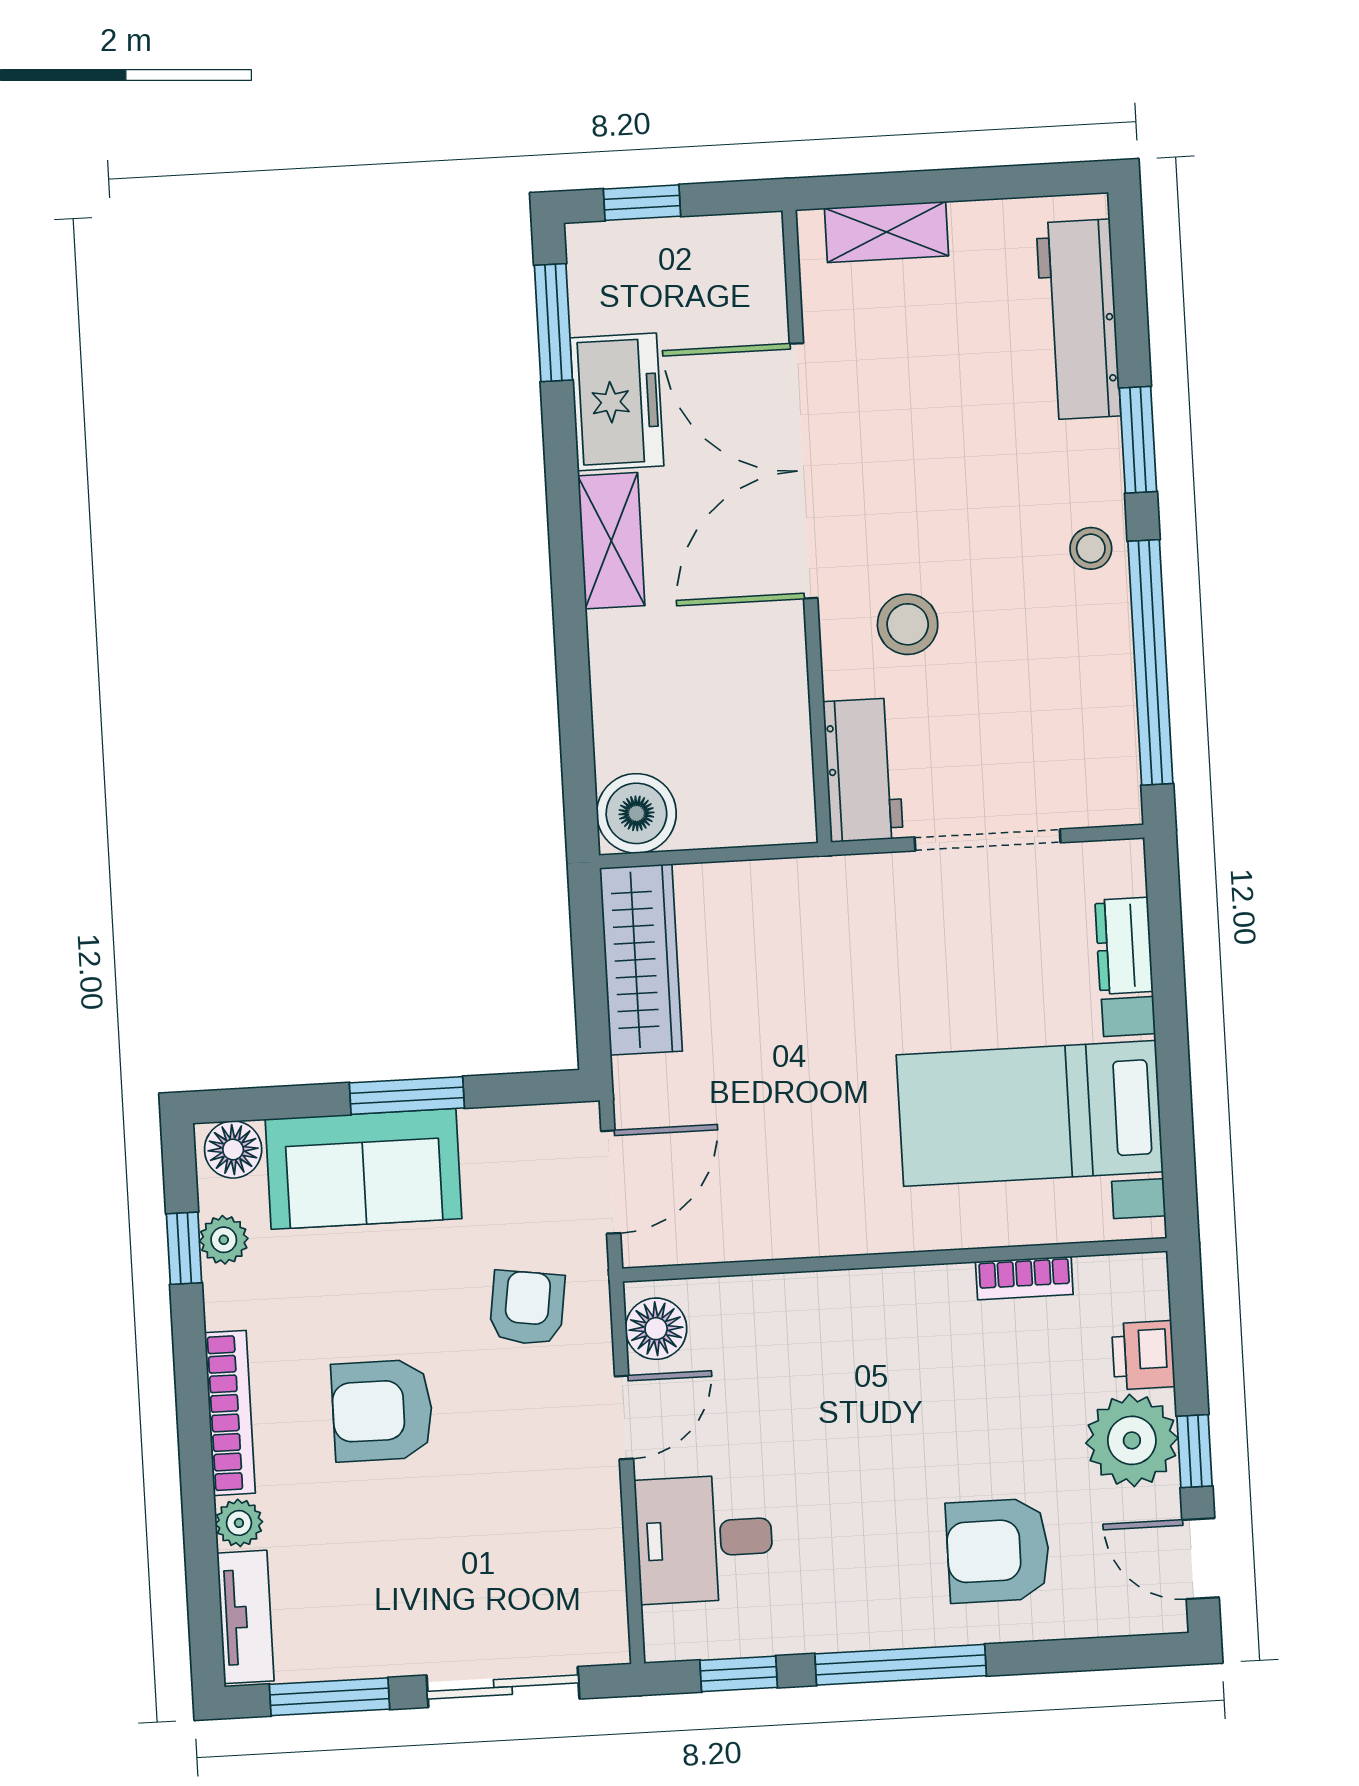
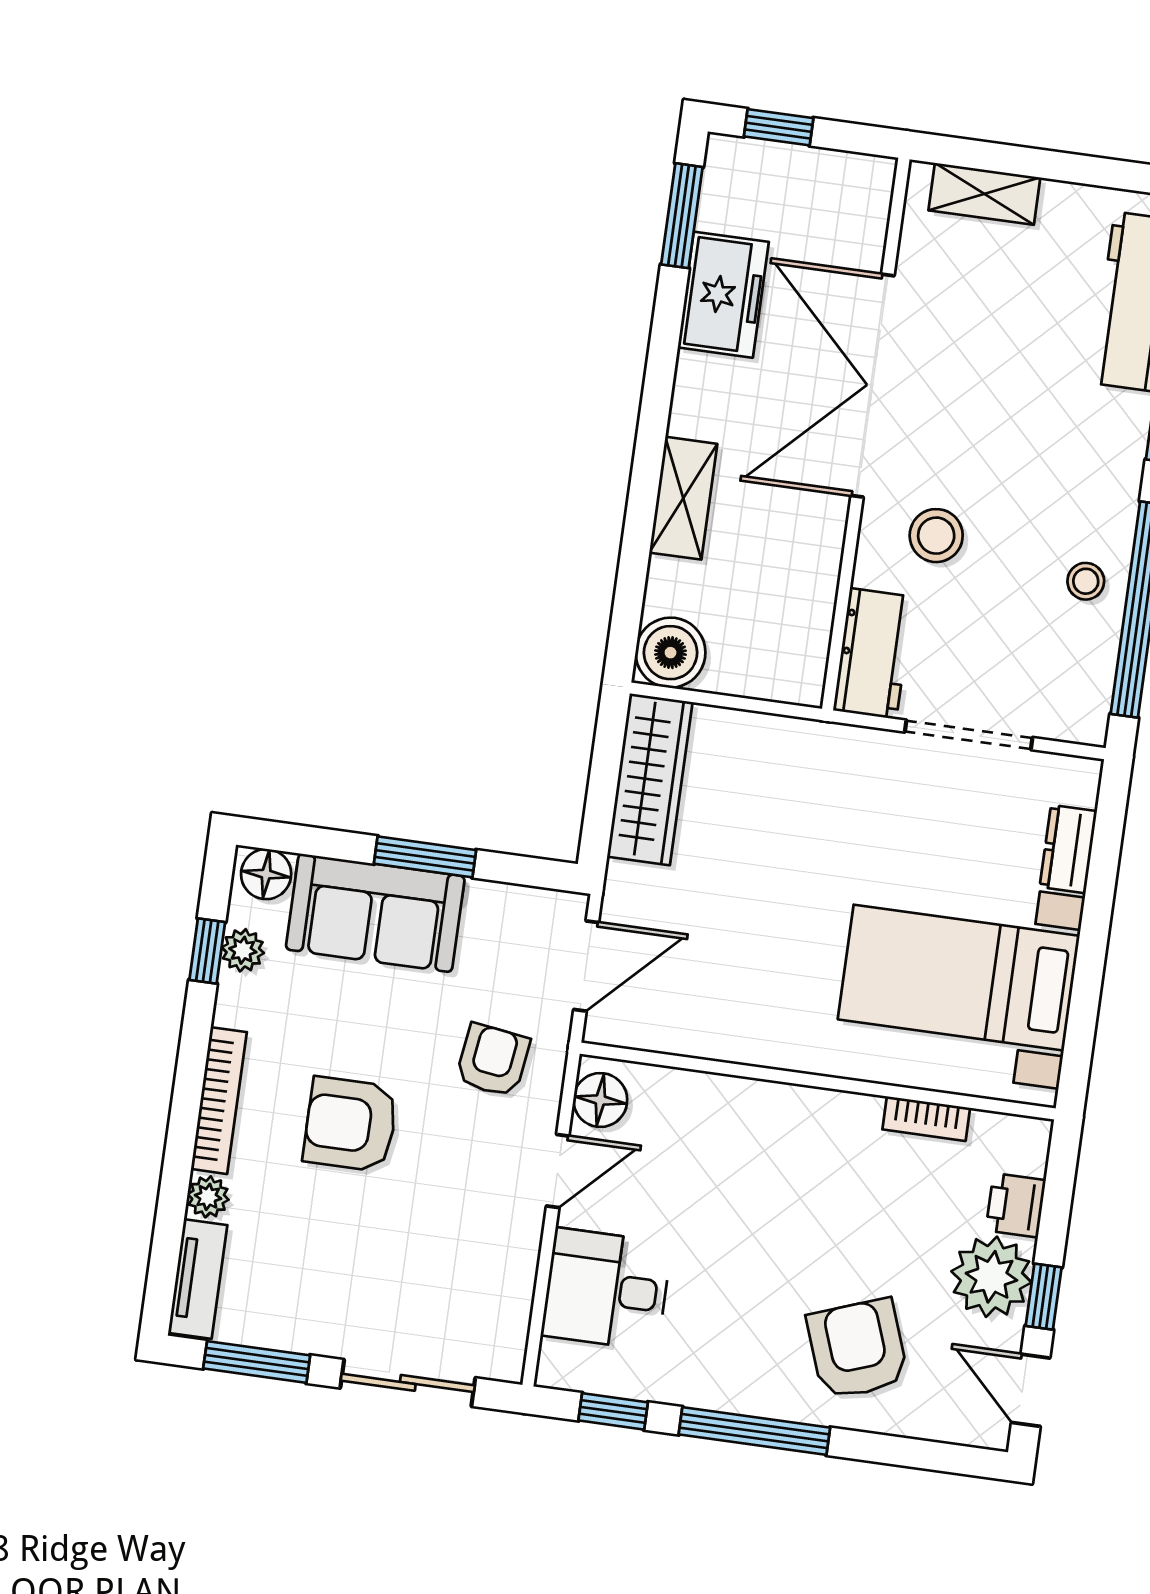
shelving: (611, 541) -> (683, 498), moved
stool: (1091, 548) -> (1086, 581), moved
armchair: (998, 1551) -> (857, 1349), turned 70

